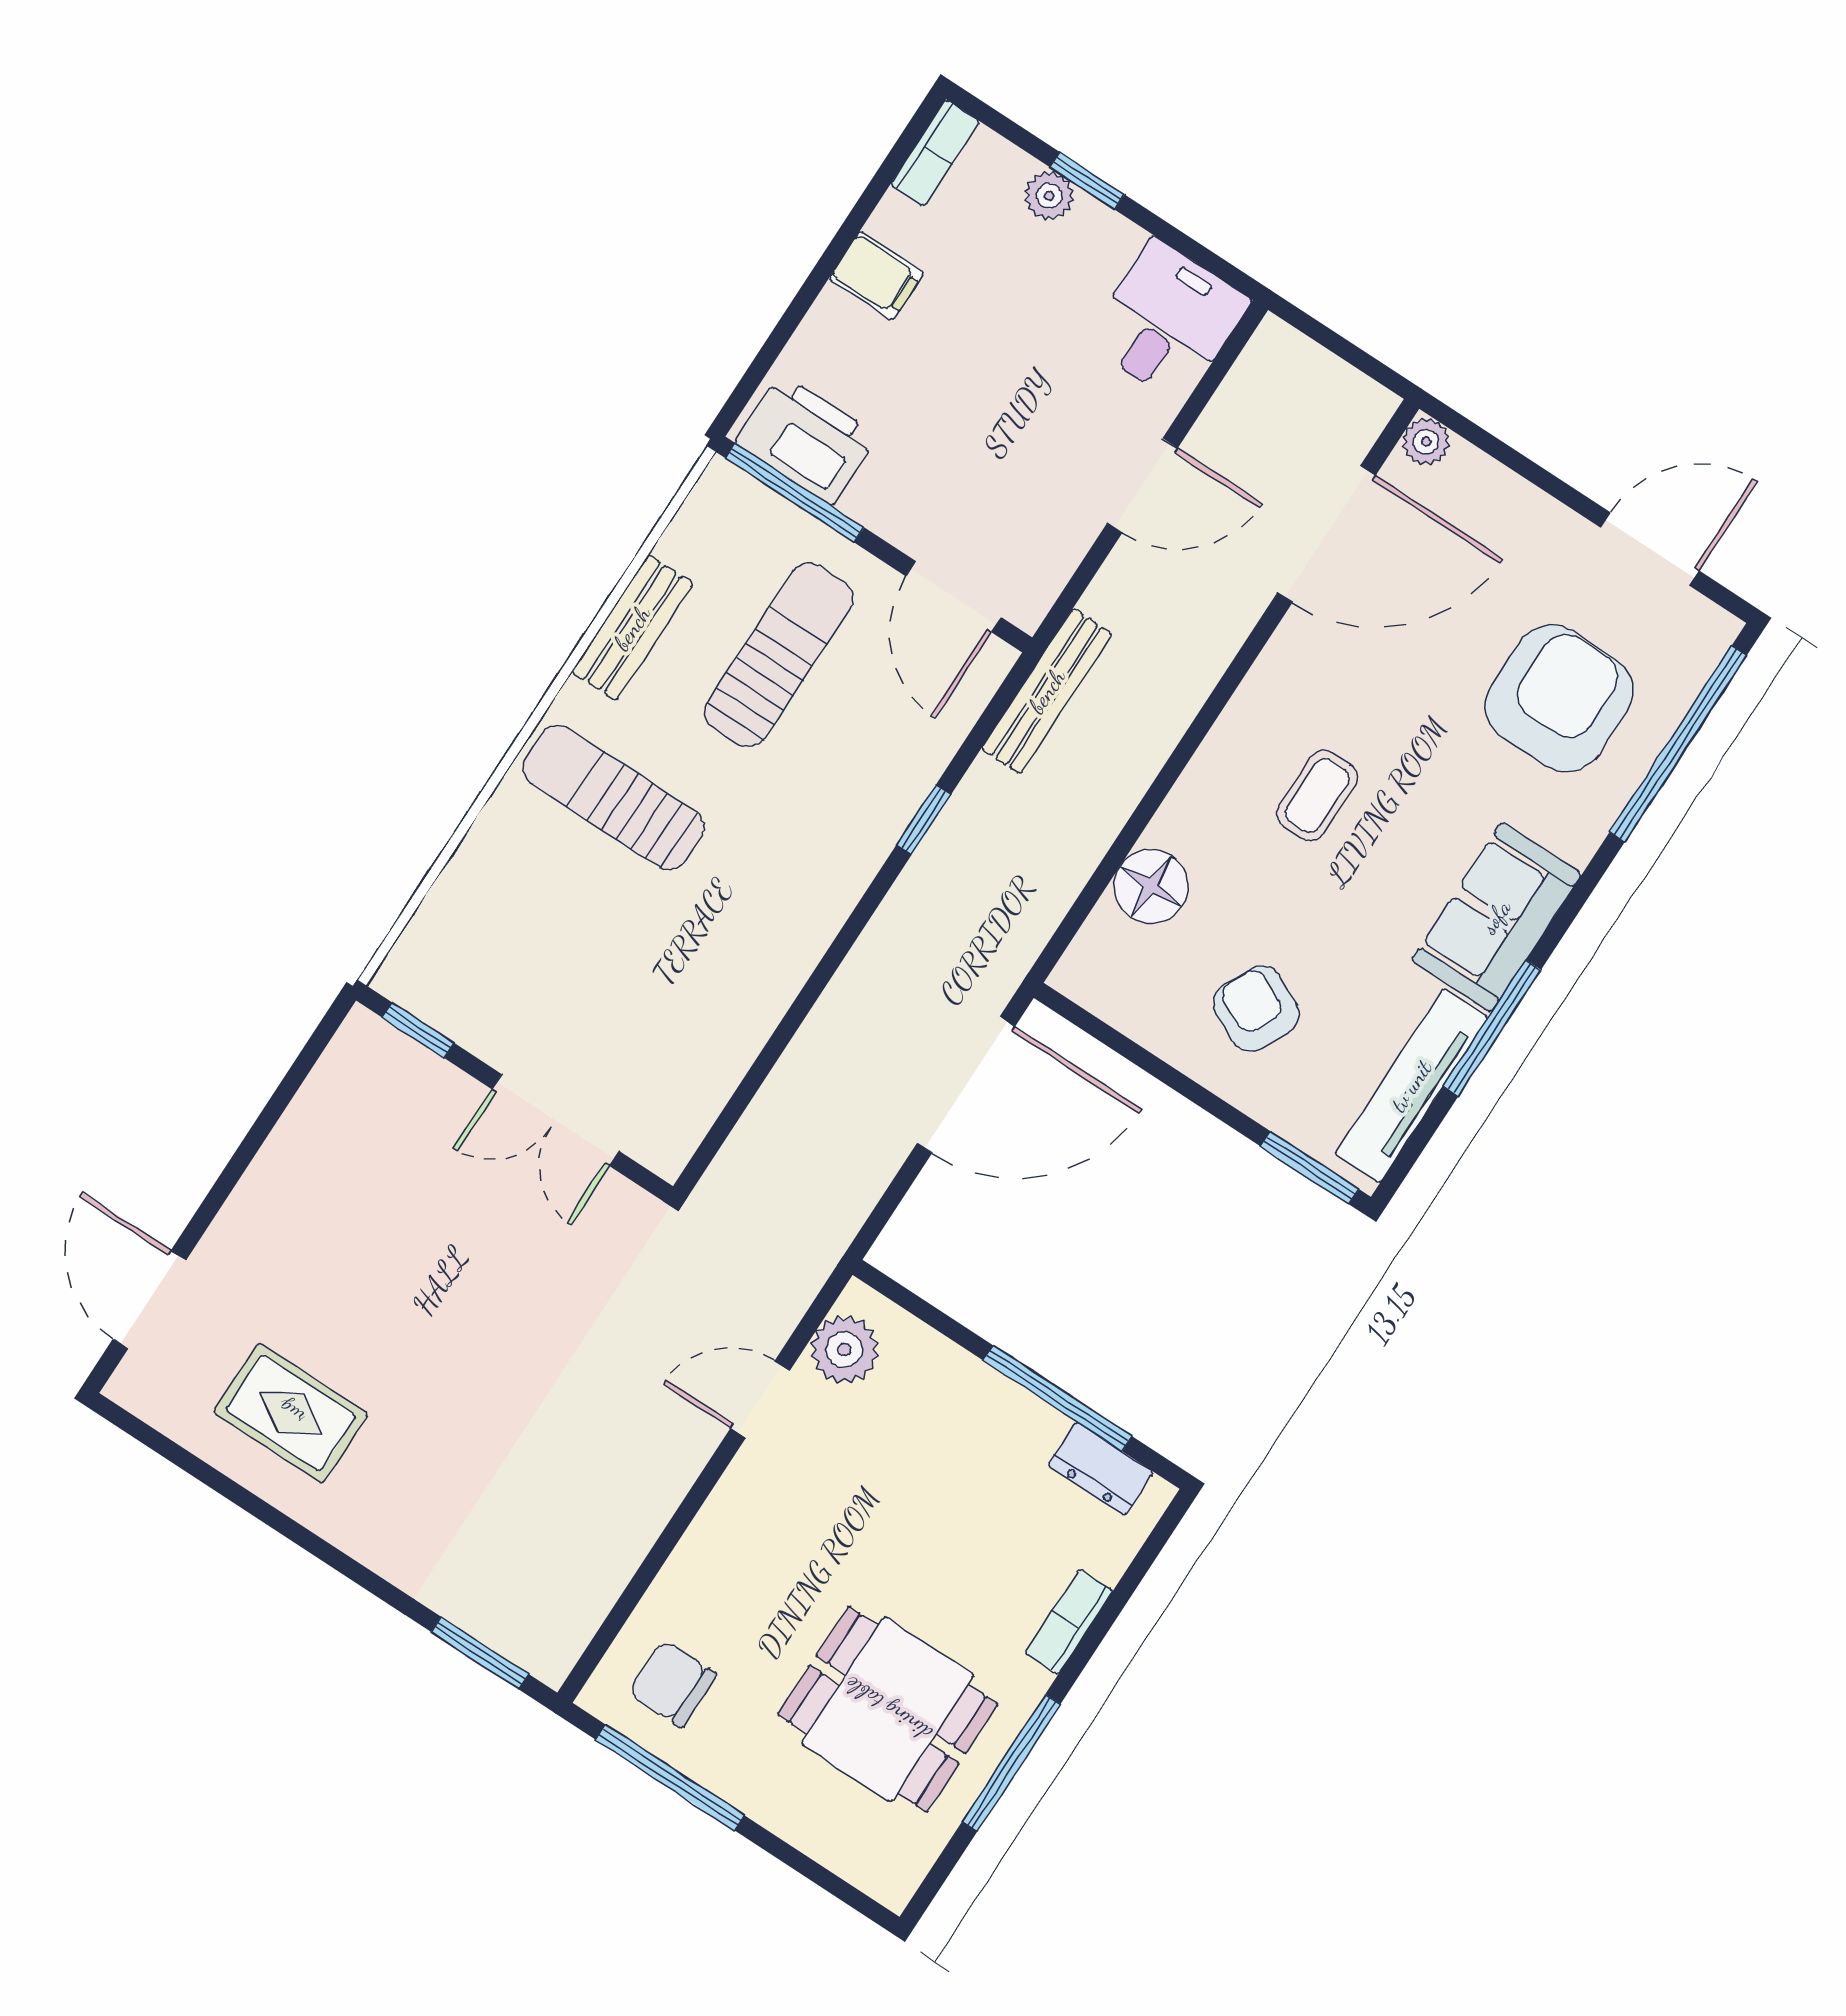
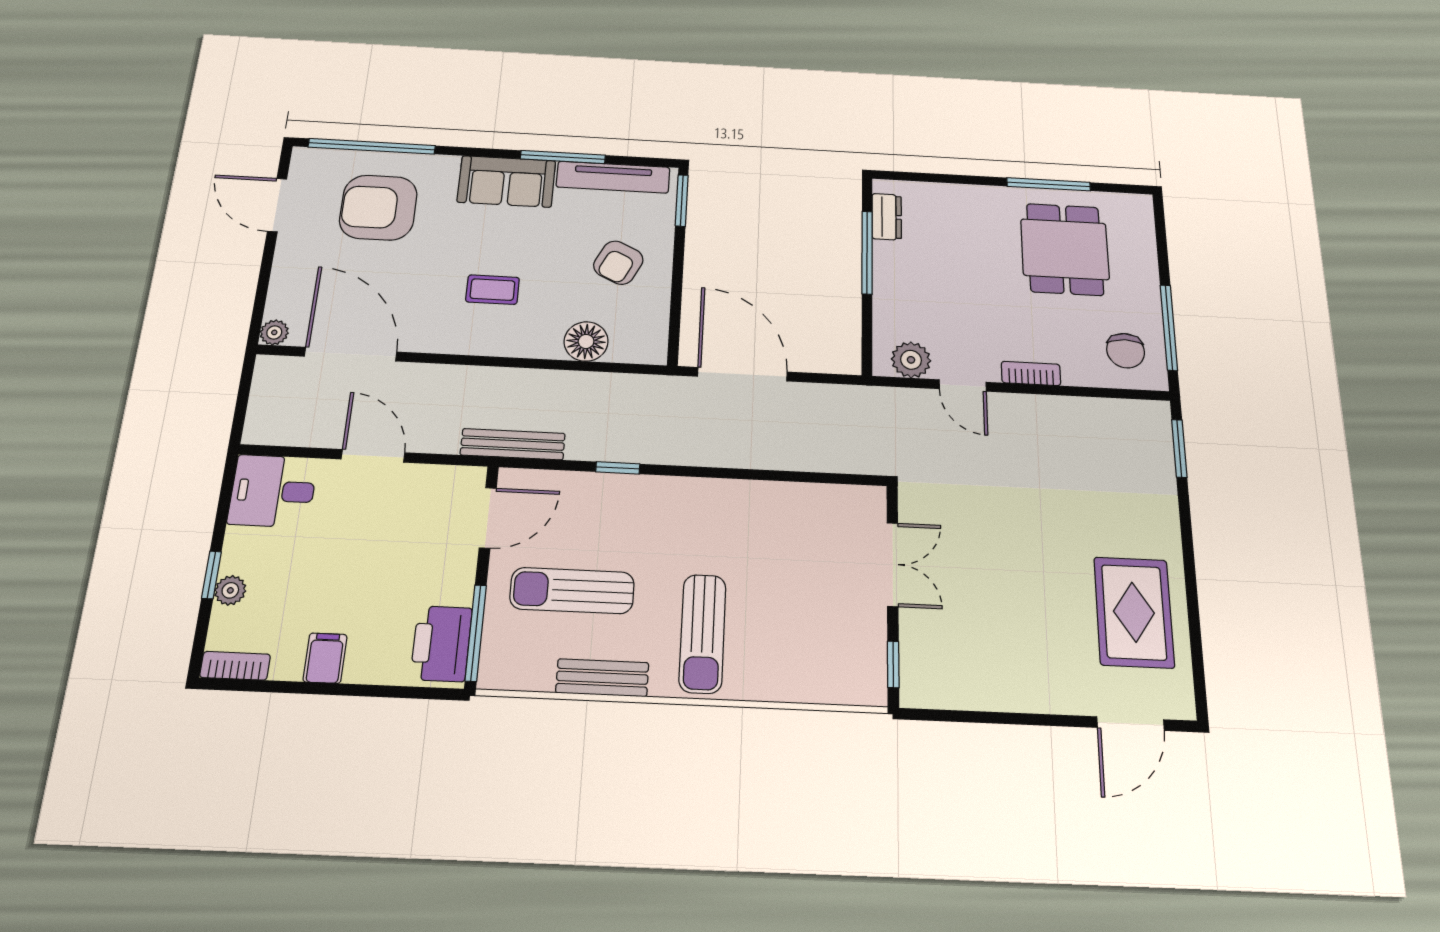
rug: (291, 1413) -> (1134, 612), width x1.36, depth x1.43
bookcase: (1069, 1622) -> (1031, 373), moved, turned 180

